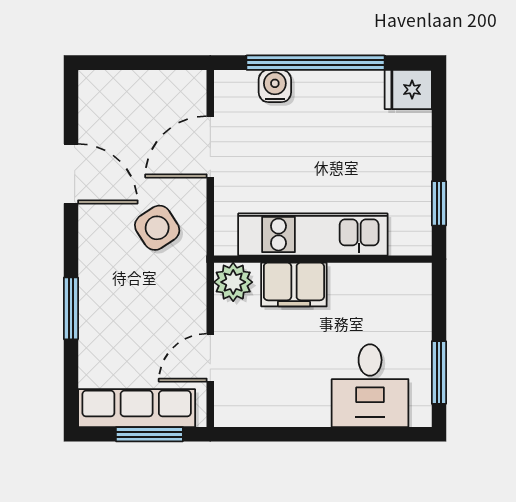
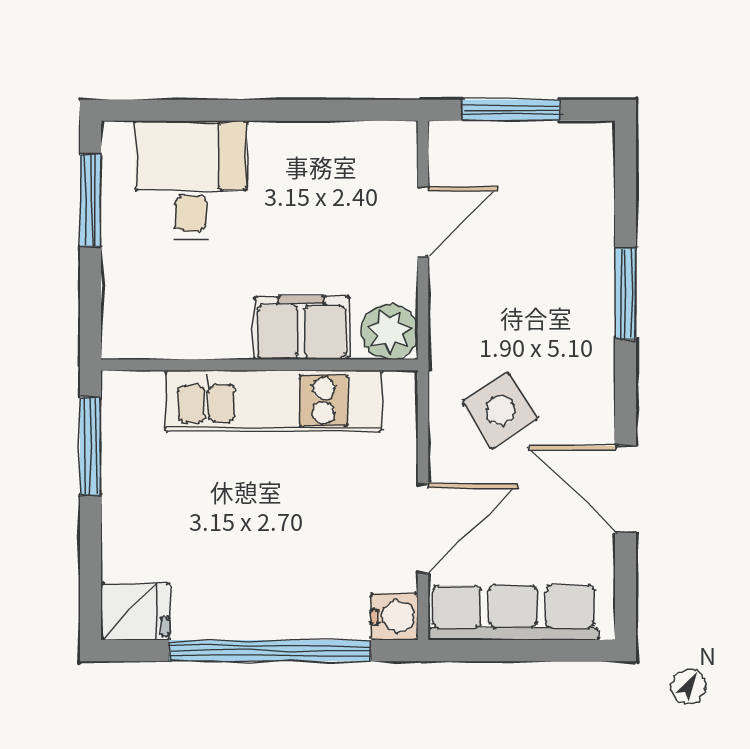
water cooler: (275, 86) -> (394, 617), moved, turned -90
window: (439, 203) -> (90, 446), width x1.50
row of seats: (137, 408) -> (513, 613), moved, turned 180

